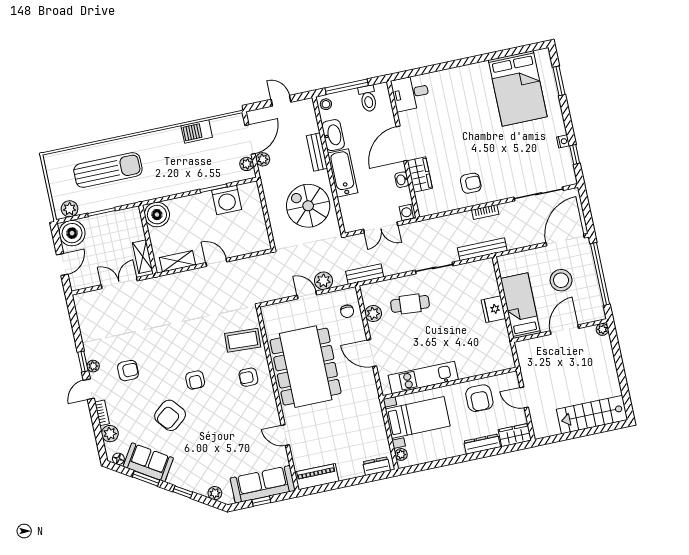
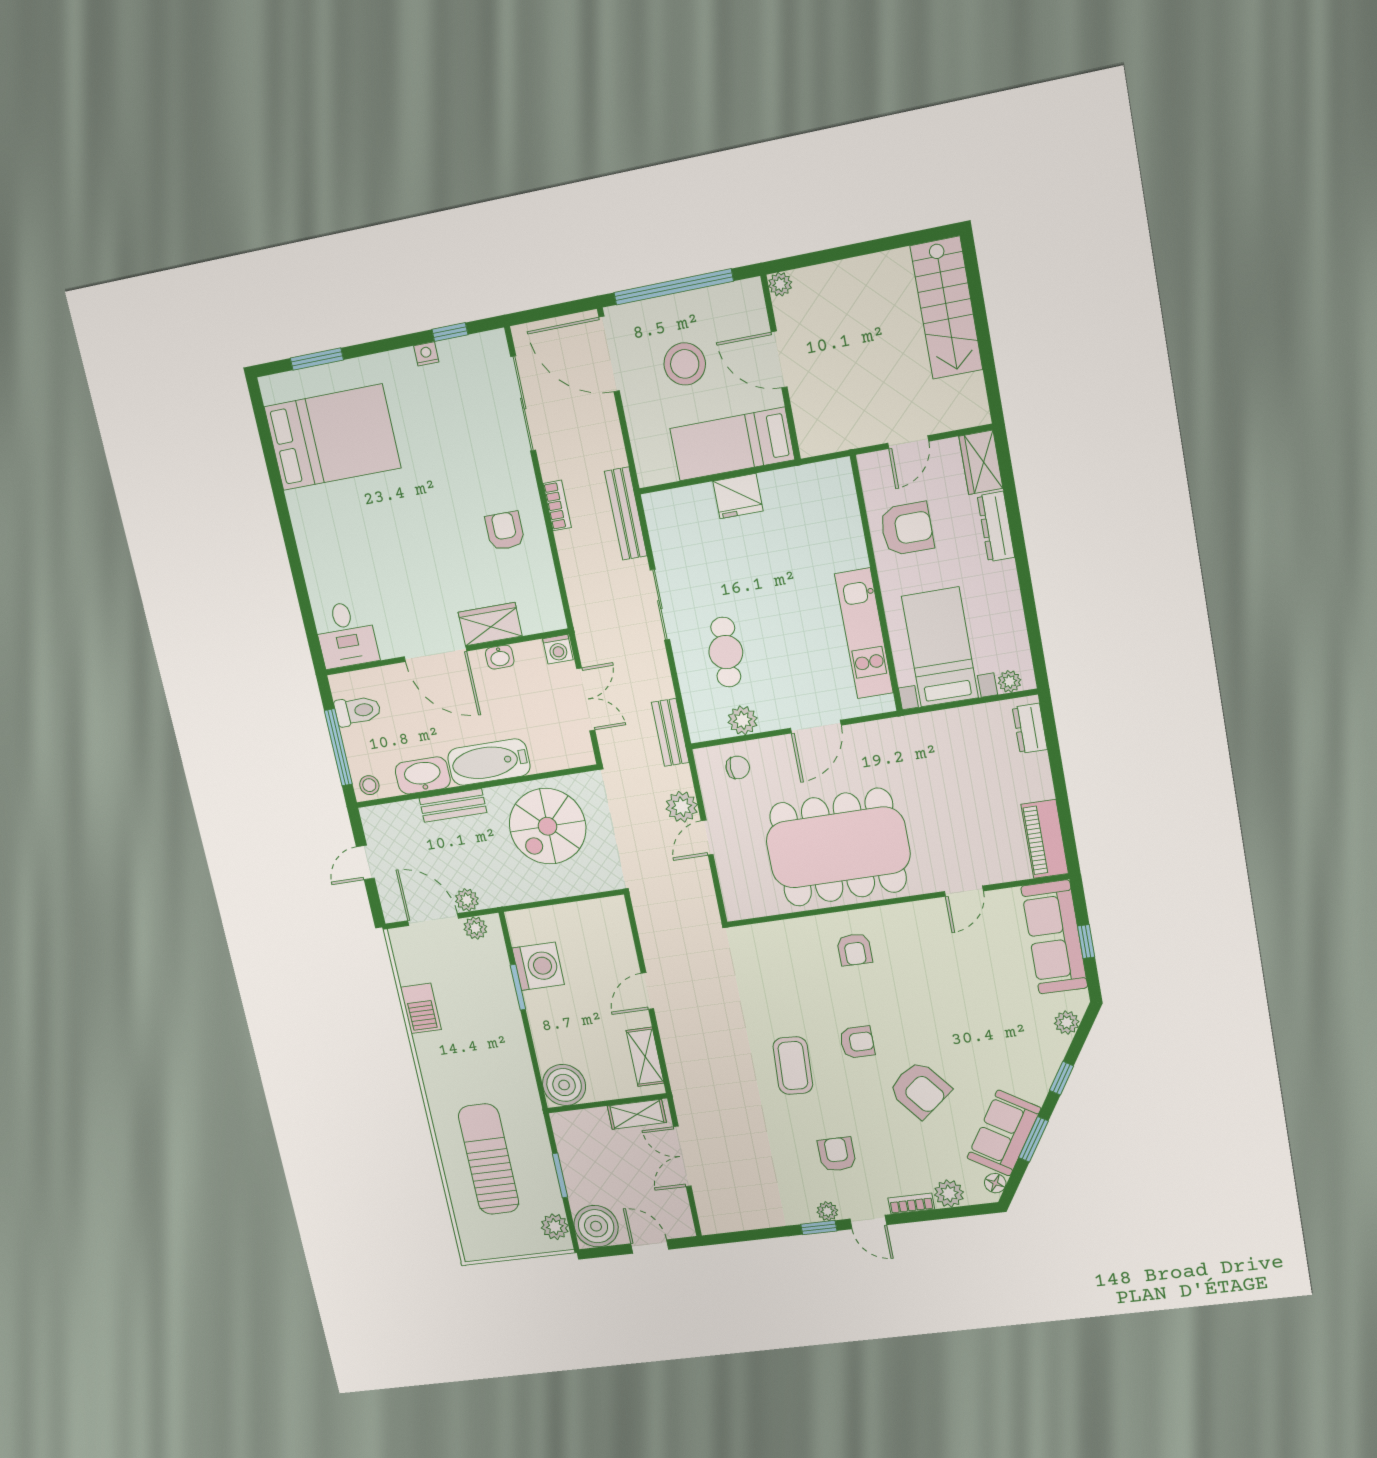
coffee table: (243, 340) -> (793, 1066), moved

